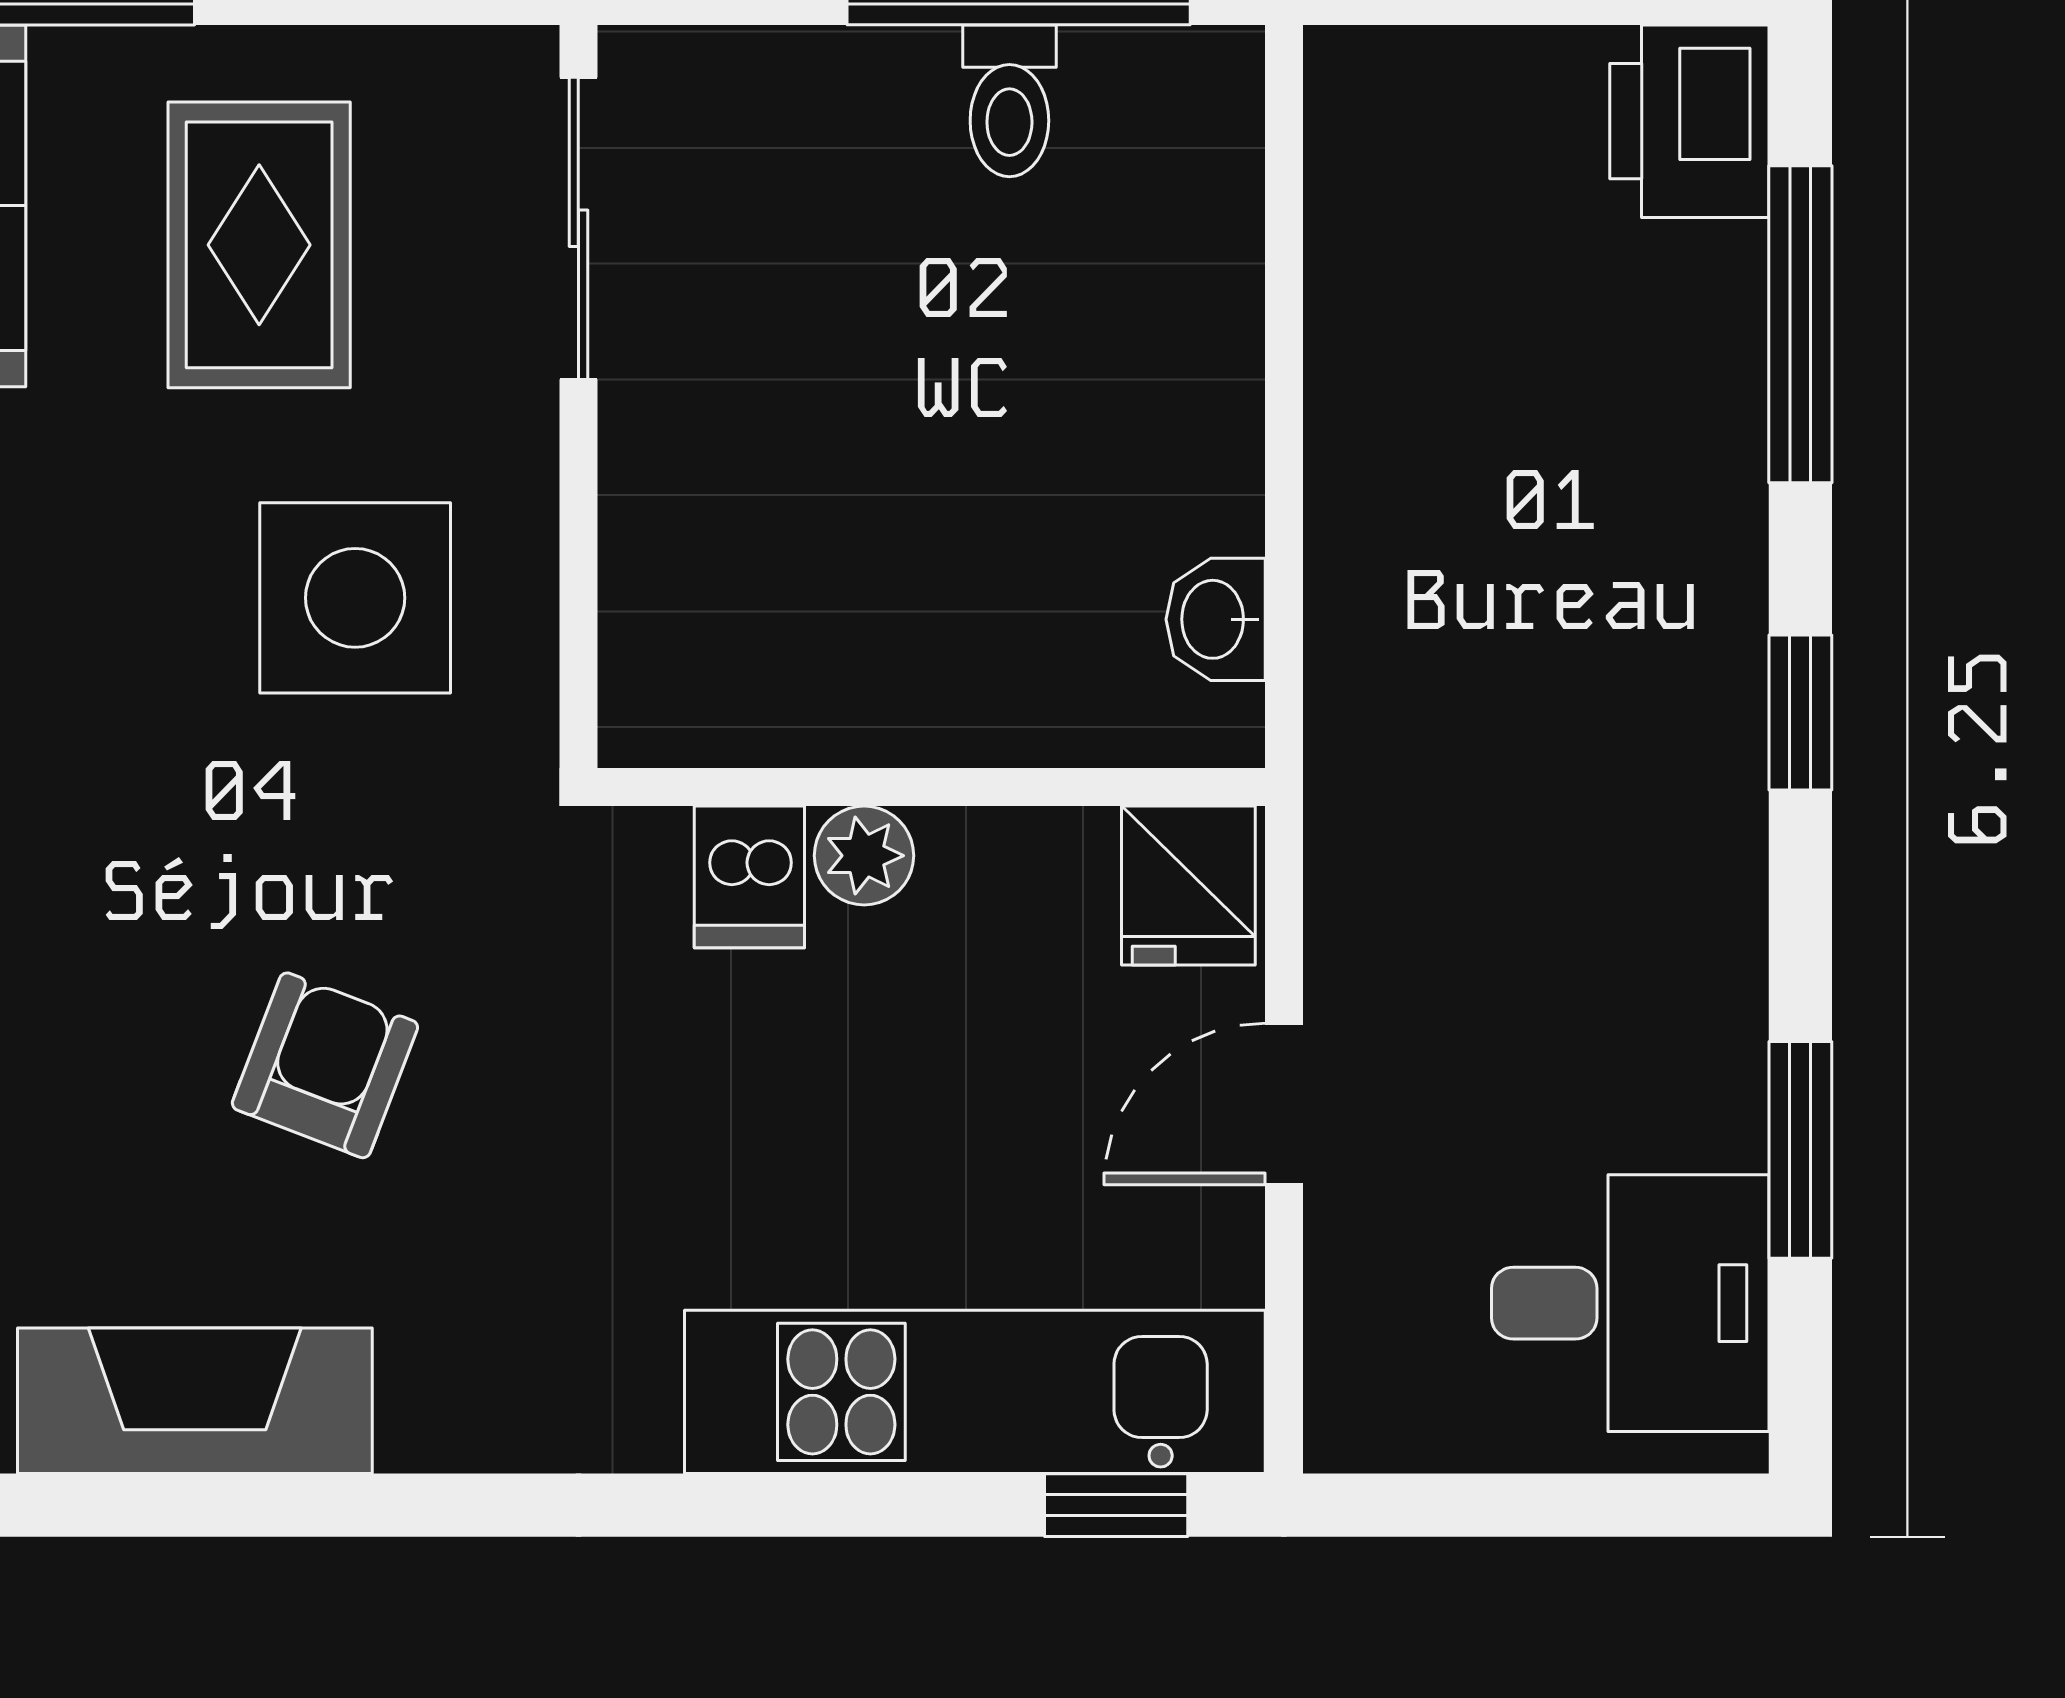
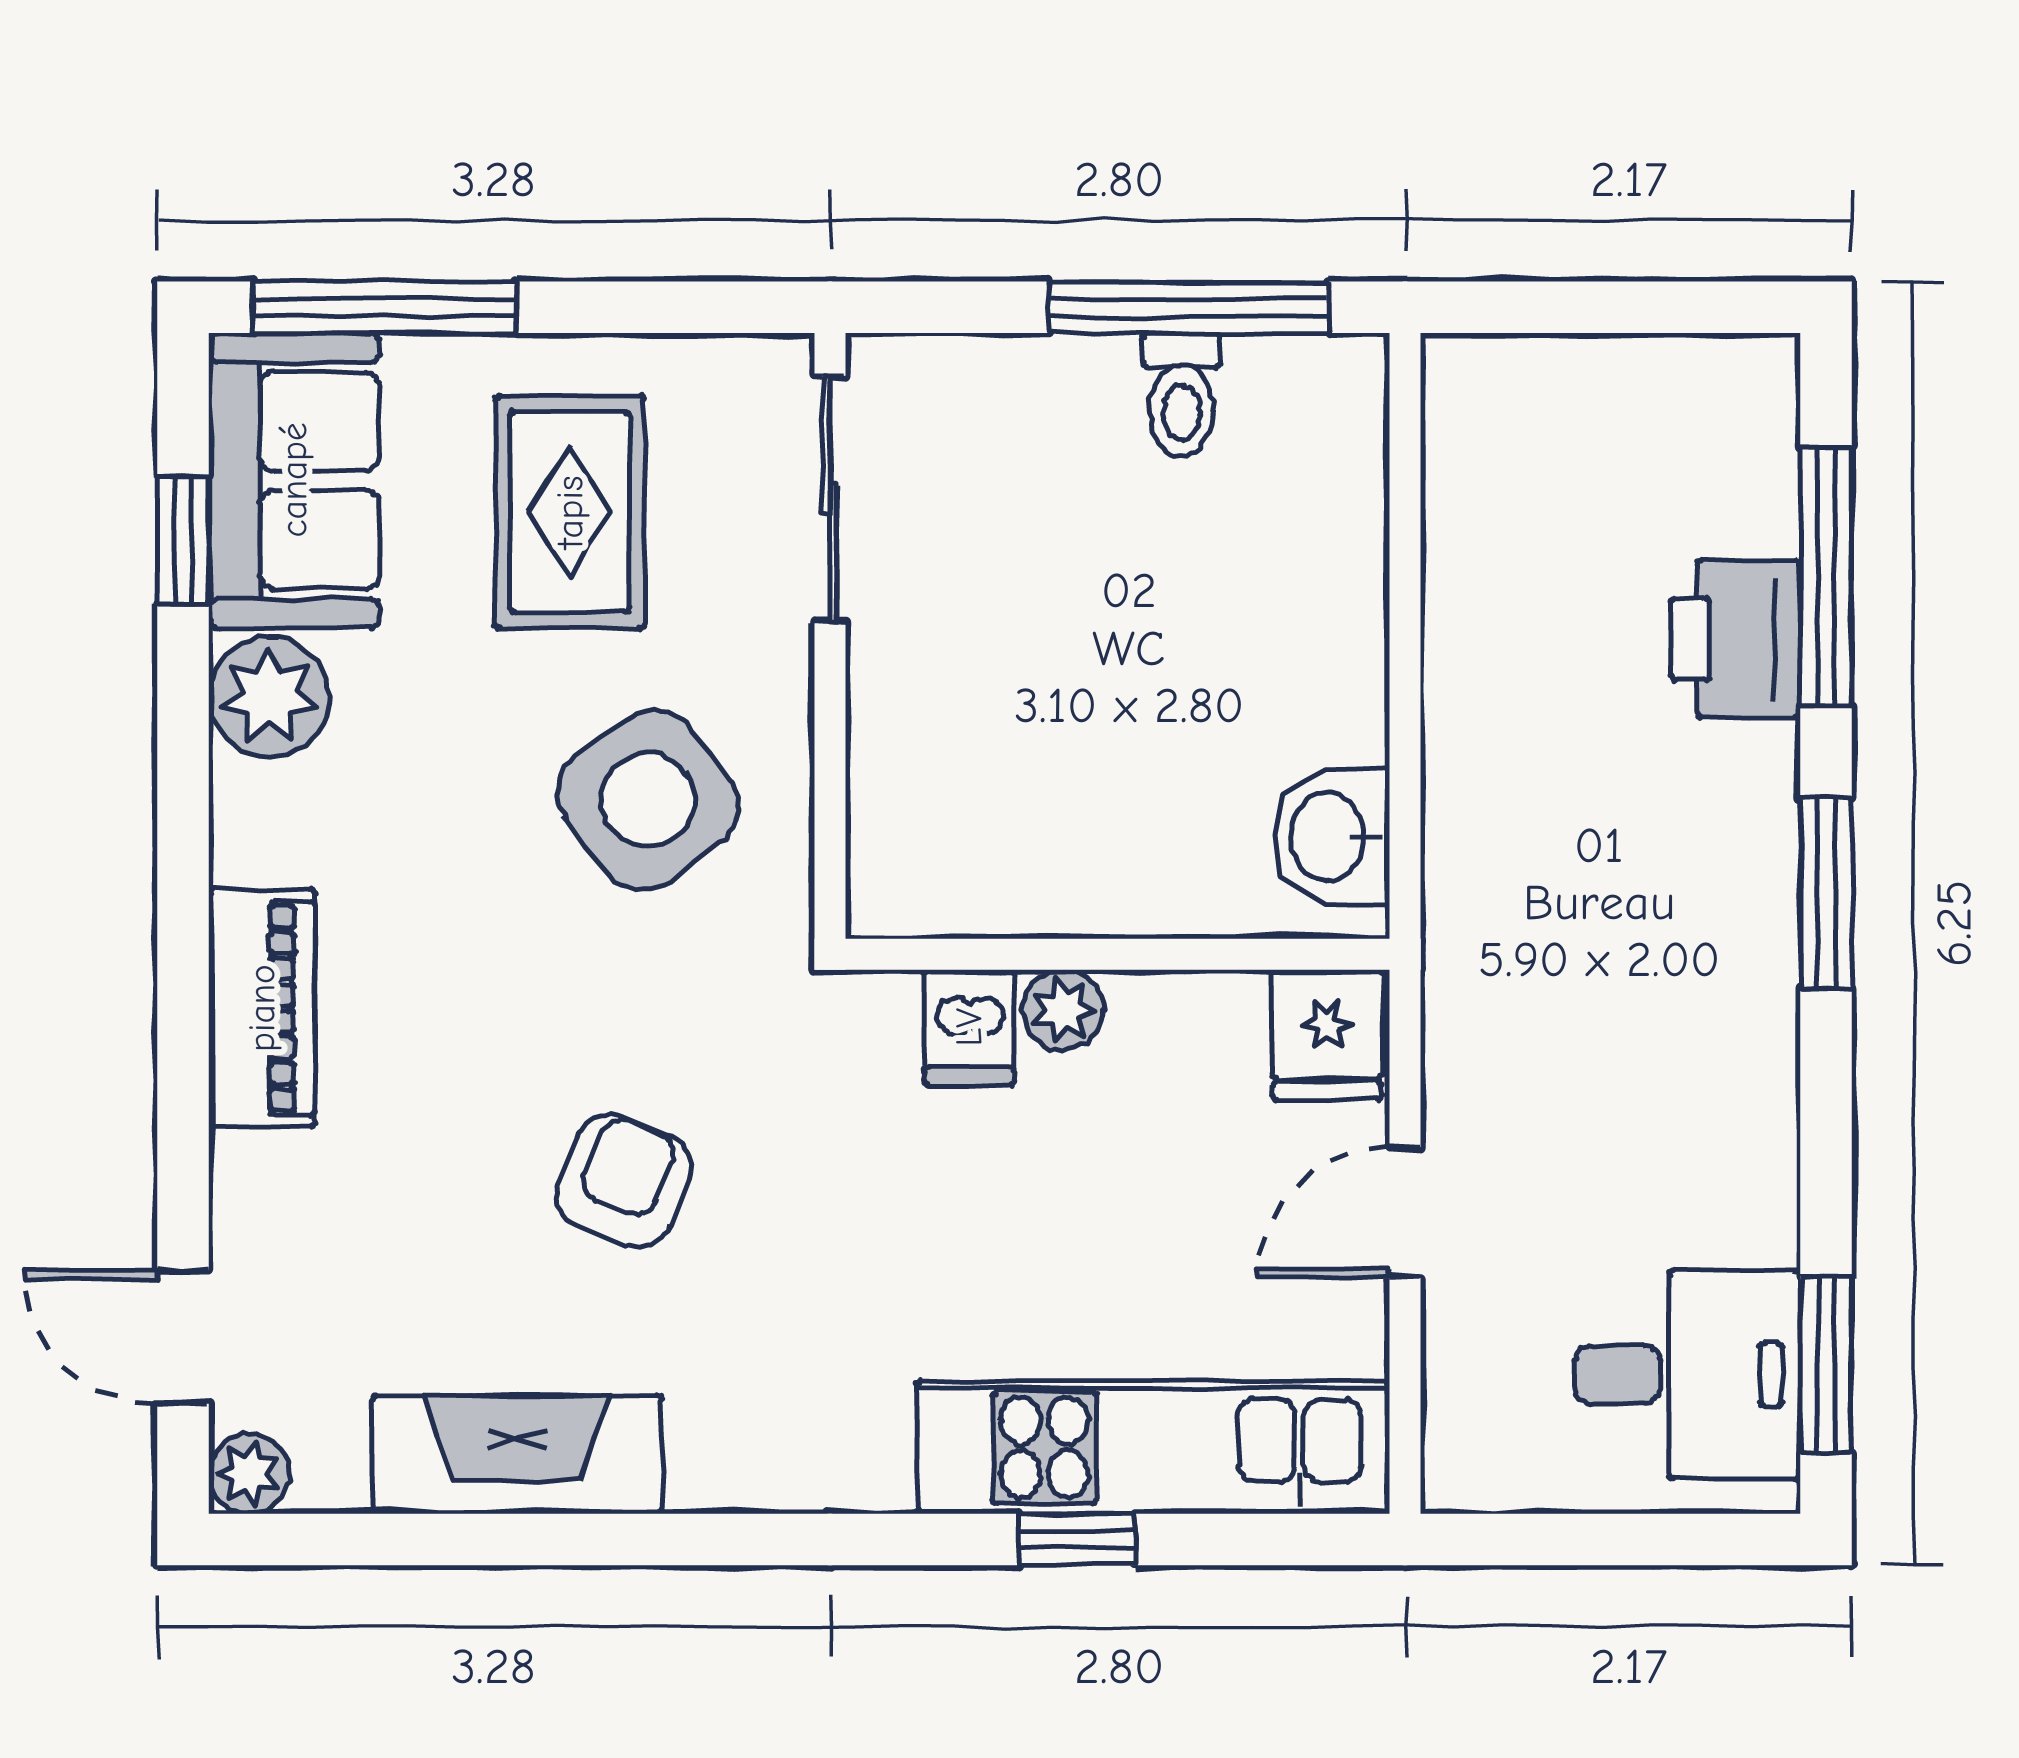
printer: (1689, 121) -> (1735, 639), moved
side table: (355, 598) -> (648, 800), turned -37
washbasin: (1216, 619) -> (1331, 837), width x1.38, depth x1.45
window: (1800, 712) -> (1826, 893), width x1.50
window: (1800, 1150) -> (1826, 1365), moved
window: (1116, 1505) -> (1077, 1540), moved

